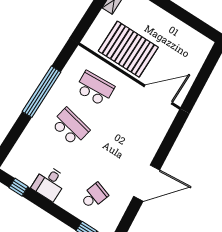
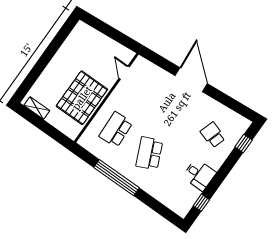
door: (158, 95) -> (124, 73), width x0.53
school desk: (70, 127) -> (149, 153), turned -36
door: (147, 183) -> (191, 80), moved

